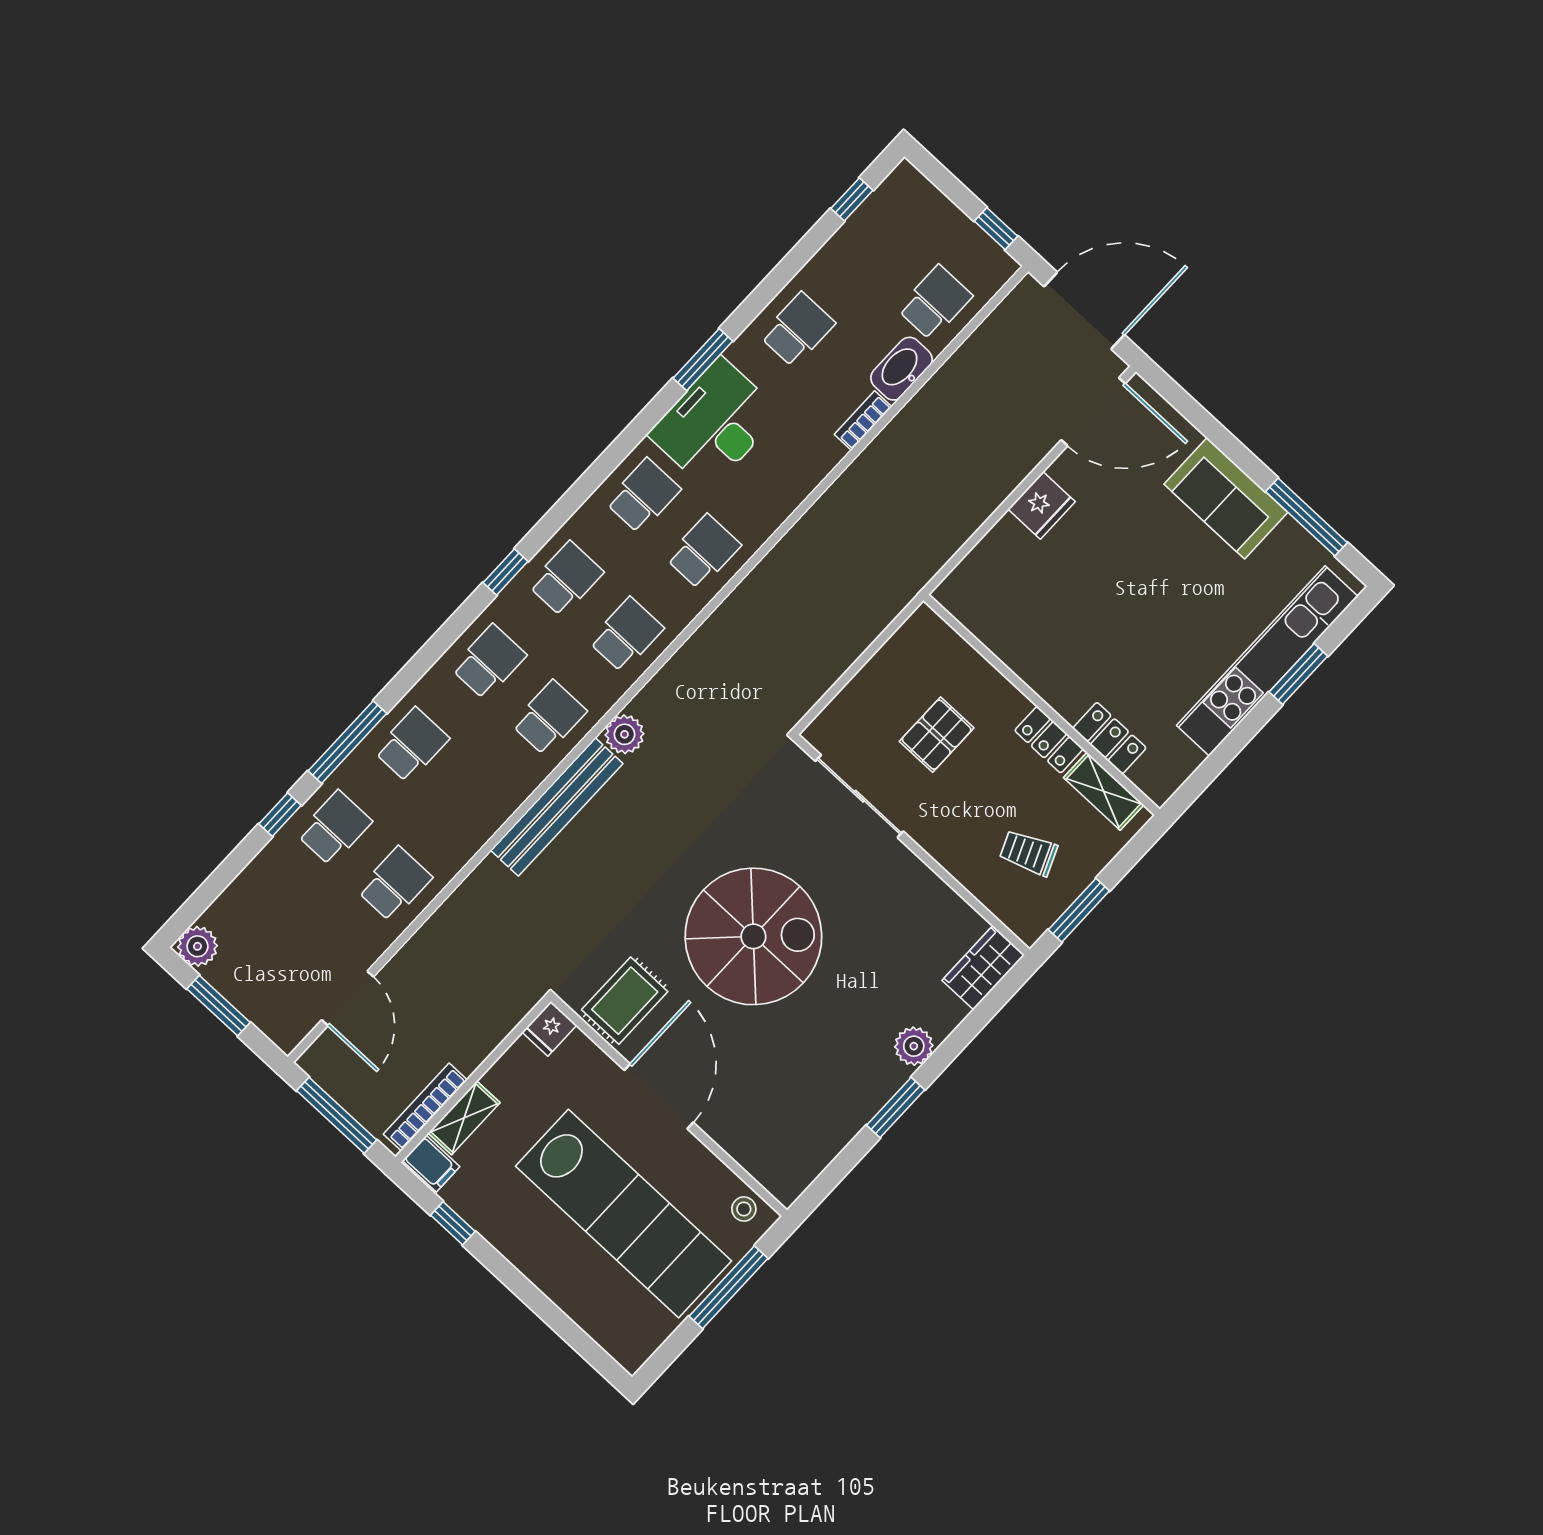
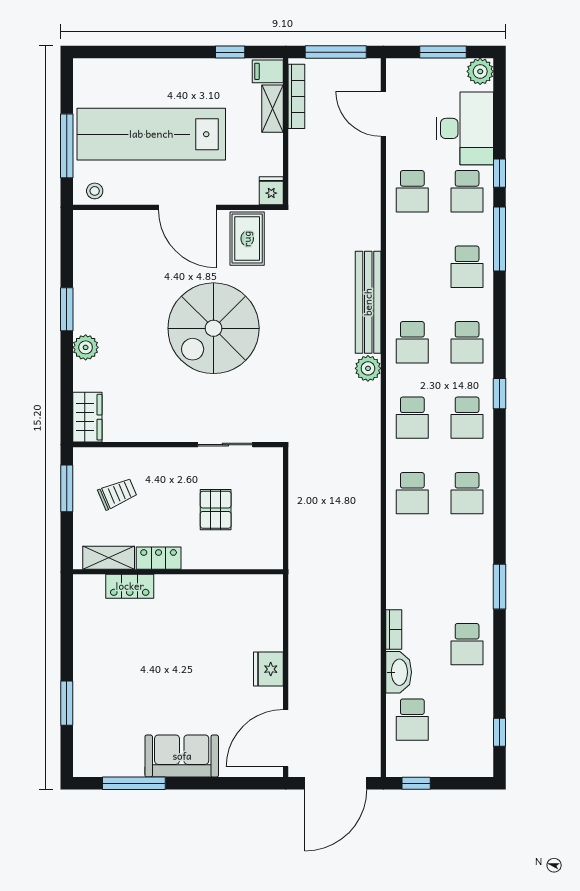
desk: (715, 424) -> (465, 128), moved
kitchen unit: (1267, 661) -> (88, 696), removed
sliding door: (859, 796) -> (225, 445), width x0.73

